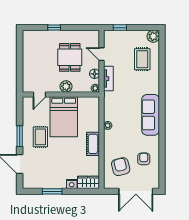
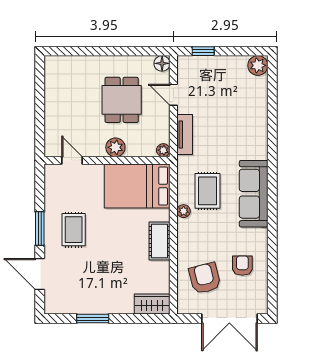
window: (54, 28) -> (96, 51), removed
rug: (142, 59) -> (208, 191), moved
floor lamp: (95, 74) -> (162, 63), moved
door: (39, 94) -> (72, 160), swing flipped
bed: (64, 117) -> (137, 186), moved, turned 90
nightstand: (72, 184) -> (125, 307), removed

